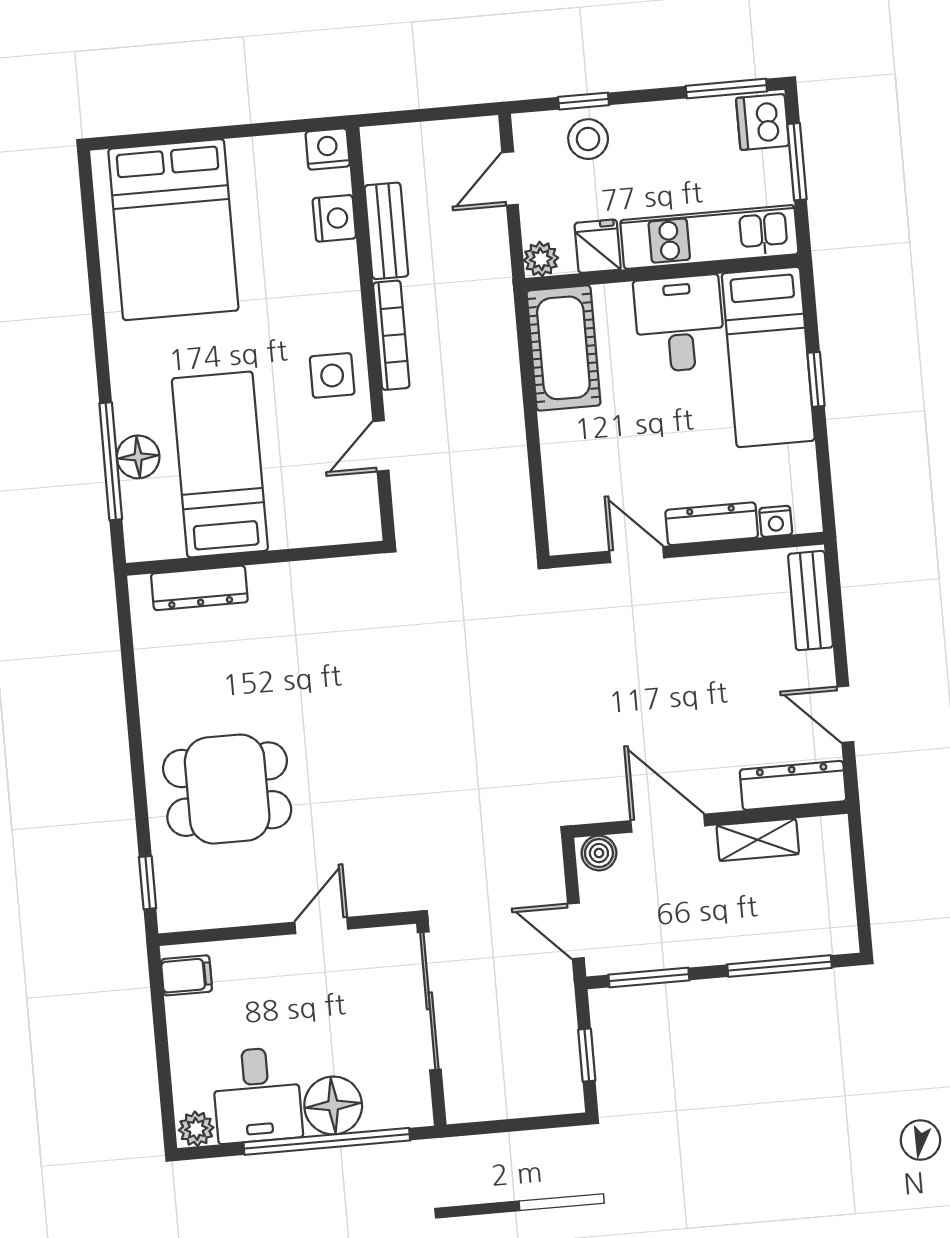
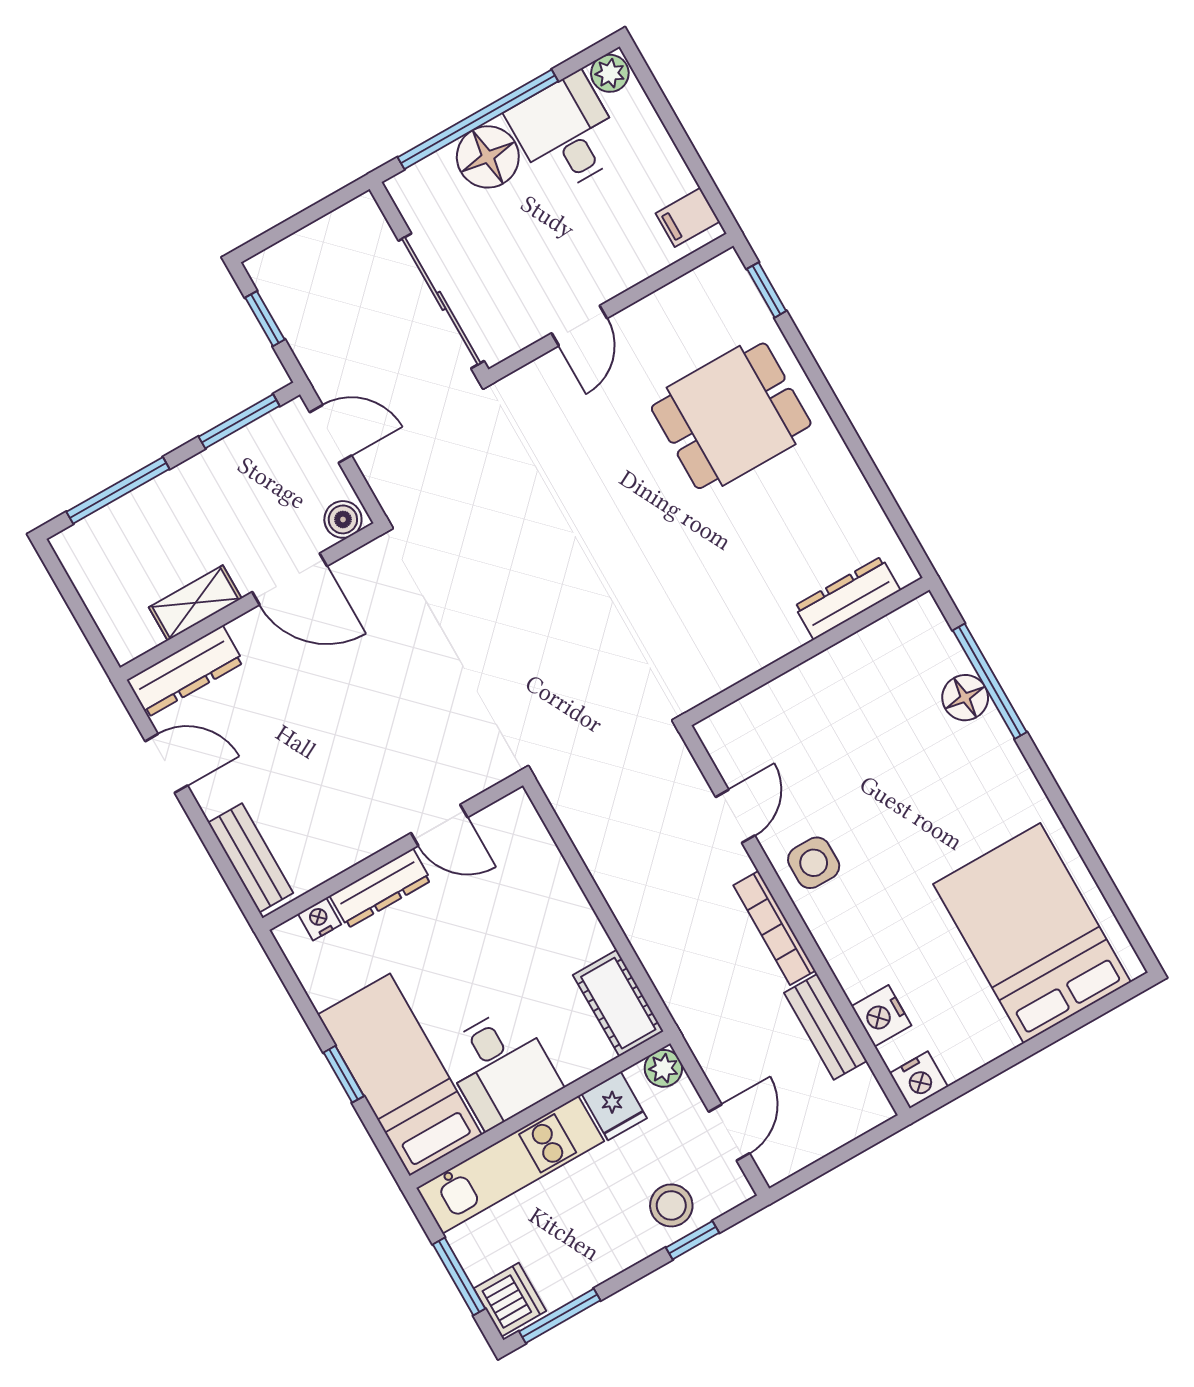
cot: (563, 348) -> (618, 1003), width x0.73, depth x0.75
bed: (220, 465) -> (883, 727), removed

